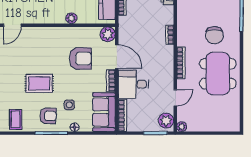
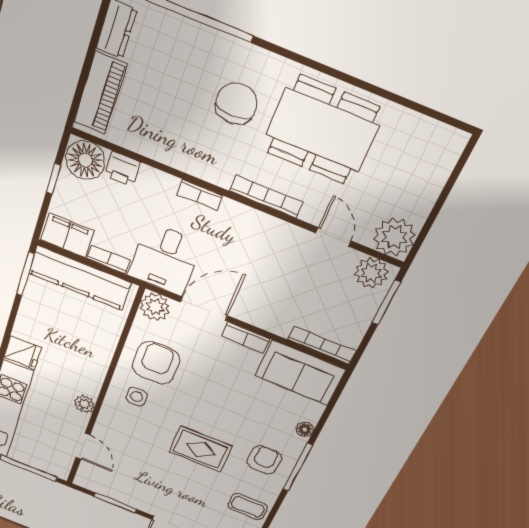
plant: (71, 18) -> (84, 404), moved
chair: (214, 35) -> (236, 104), turned -90
armchair: (80, 59) -> (156, 363), moved
rug: (39, 83) -> (201, 449), turned 90
desk: (133, 84) -> (165, 259), moved
side table: (69, 105) -> (137, 397), moved
plant: (182, 127) -> (394, 237), width x1.87, depth x1.87

